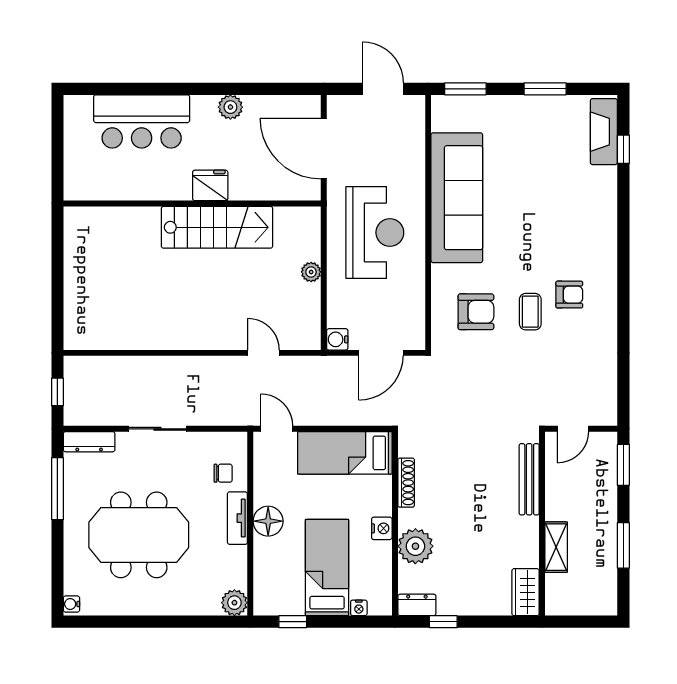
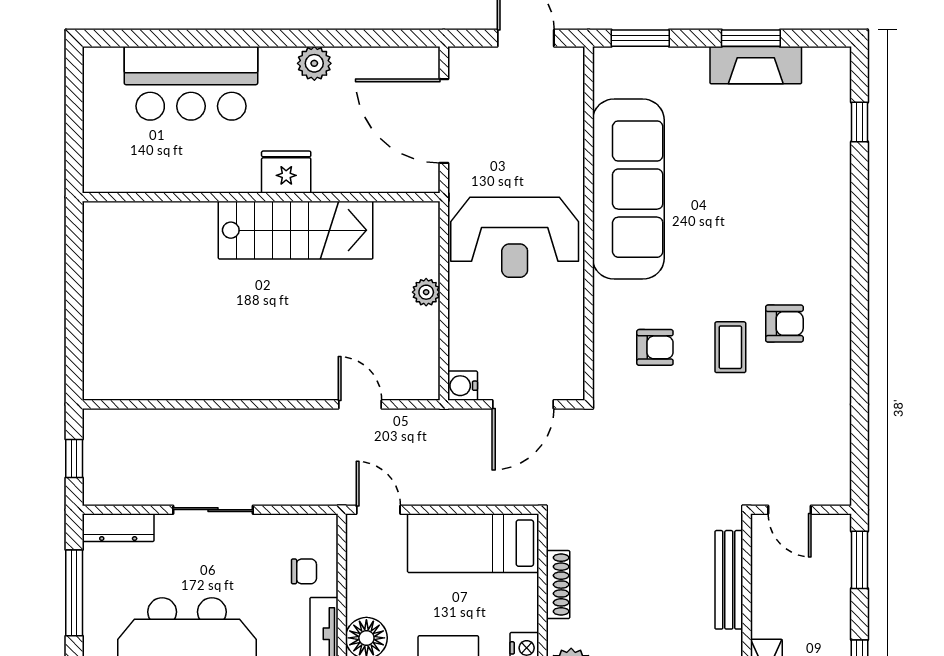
fireplace: (604, 132) -> (756, 65), moved, turned -90
reception desk: (375, 232) -> (515, 237), turned 90
armchair: (476, 312) -> (655, 347), width x0.72, depth x0.72
door: (573, 429) -> (790, 510), hinge flipped

